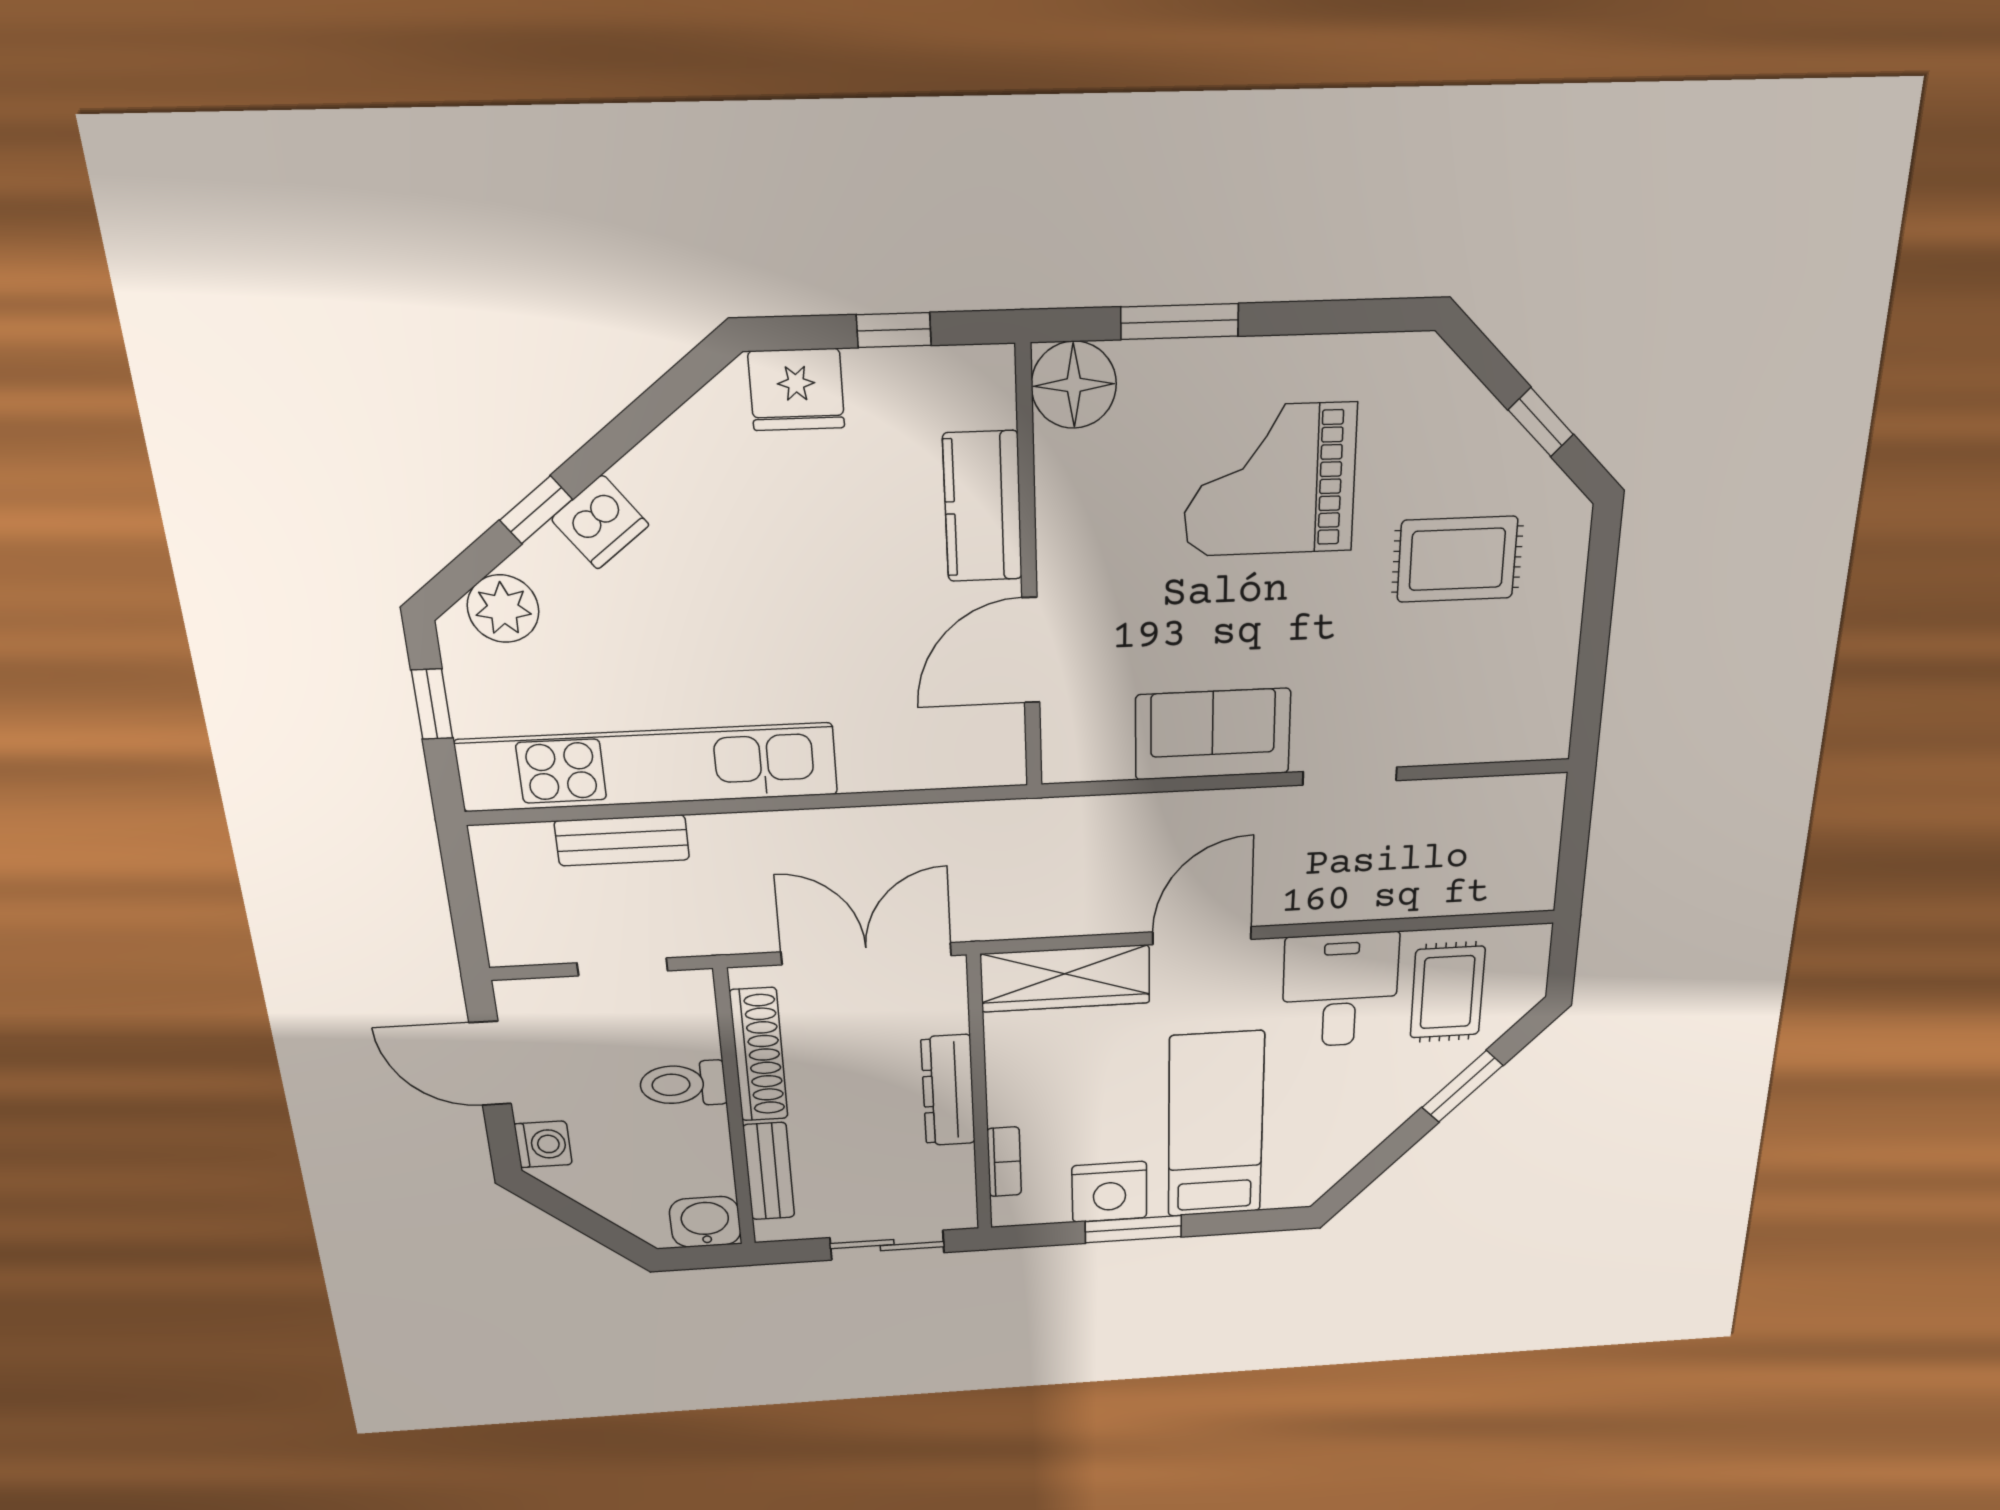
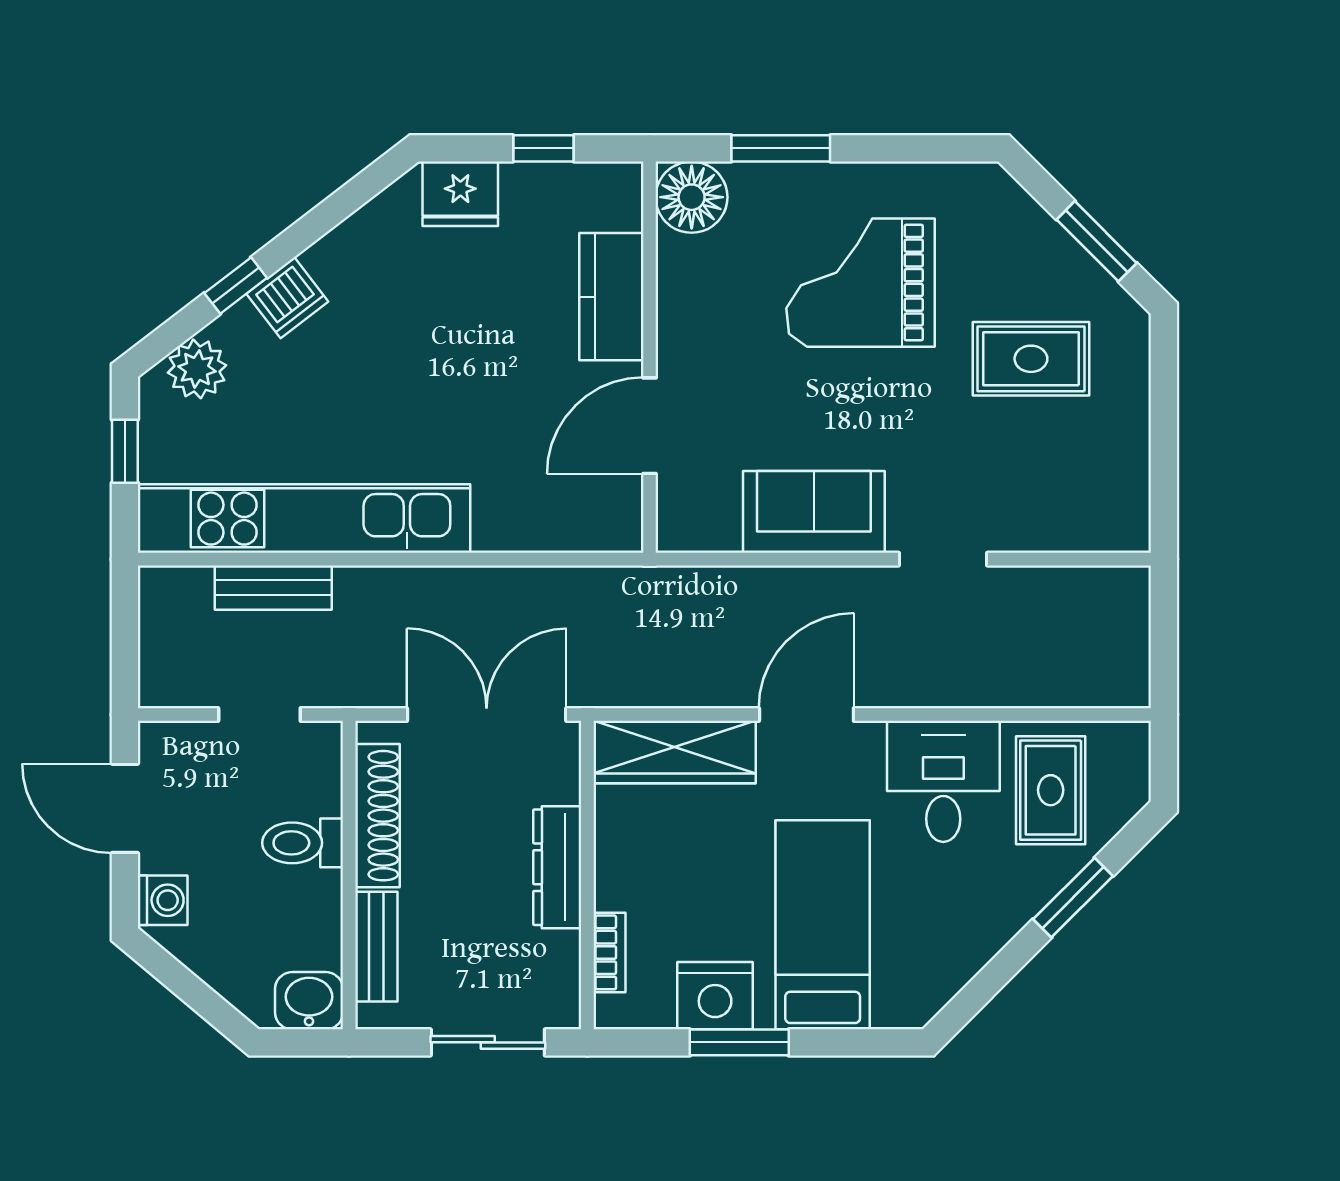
window: (1541, 422) -> (1097, 241), width x1.50

